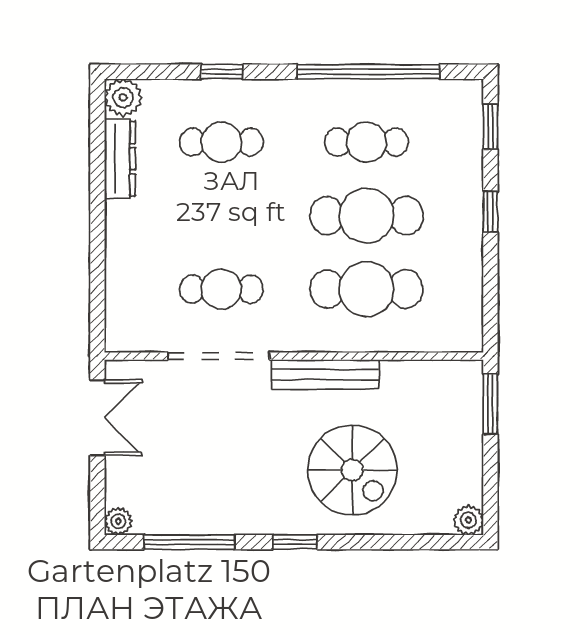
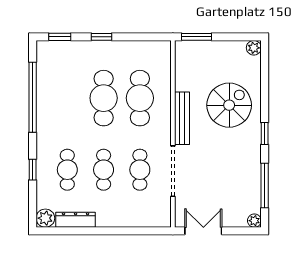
cafe table: (366, 142) -> (104, 170), moved

